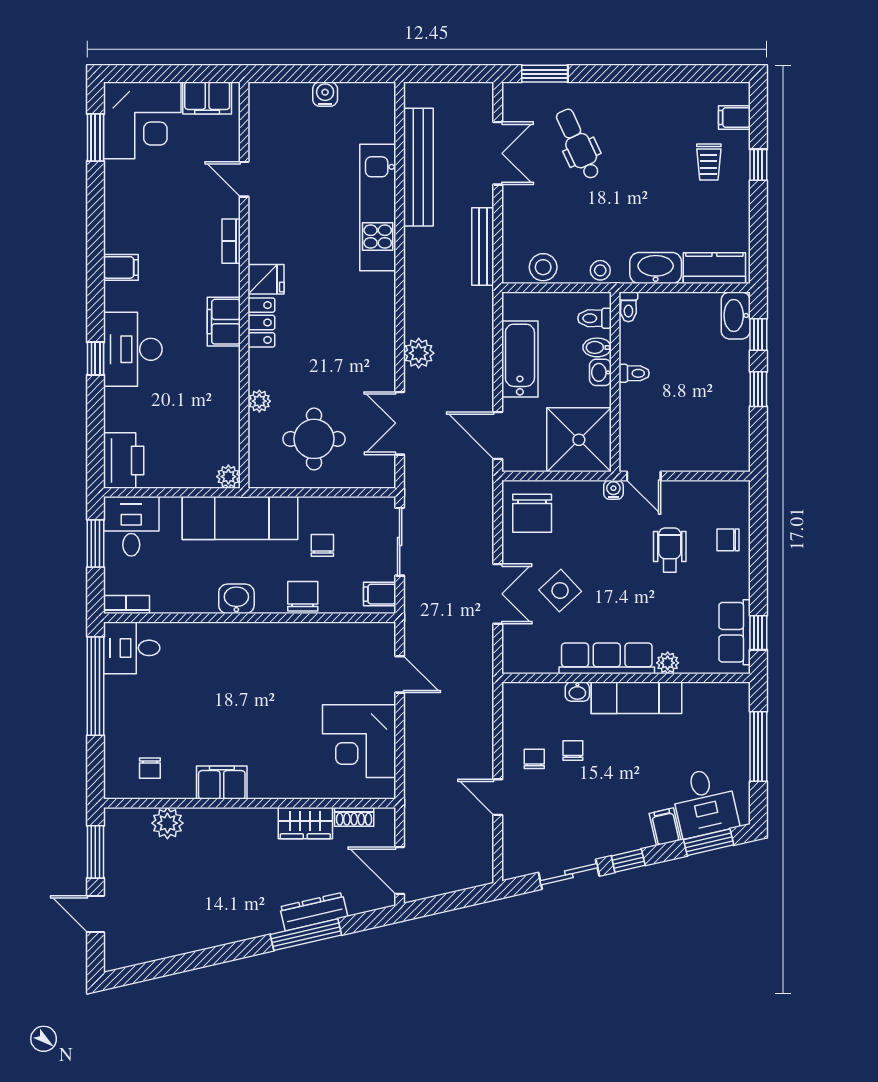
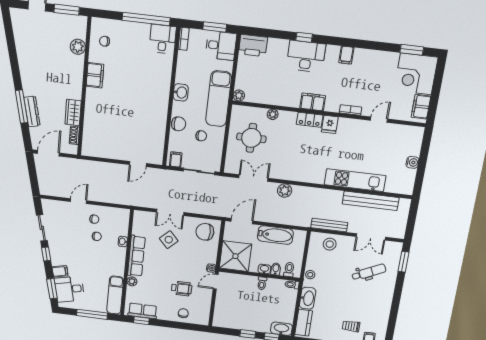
stool: (543, 267) -> (330, 244), moved
exam couch: (637, 698) -> (115, 295), moved
corner desk: (359, 741) -> (109, 142), removed

